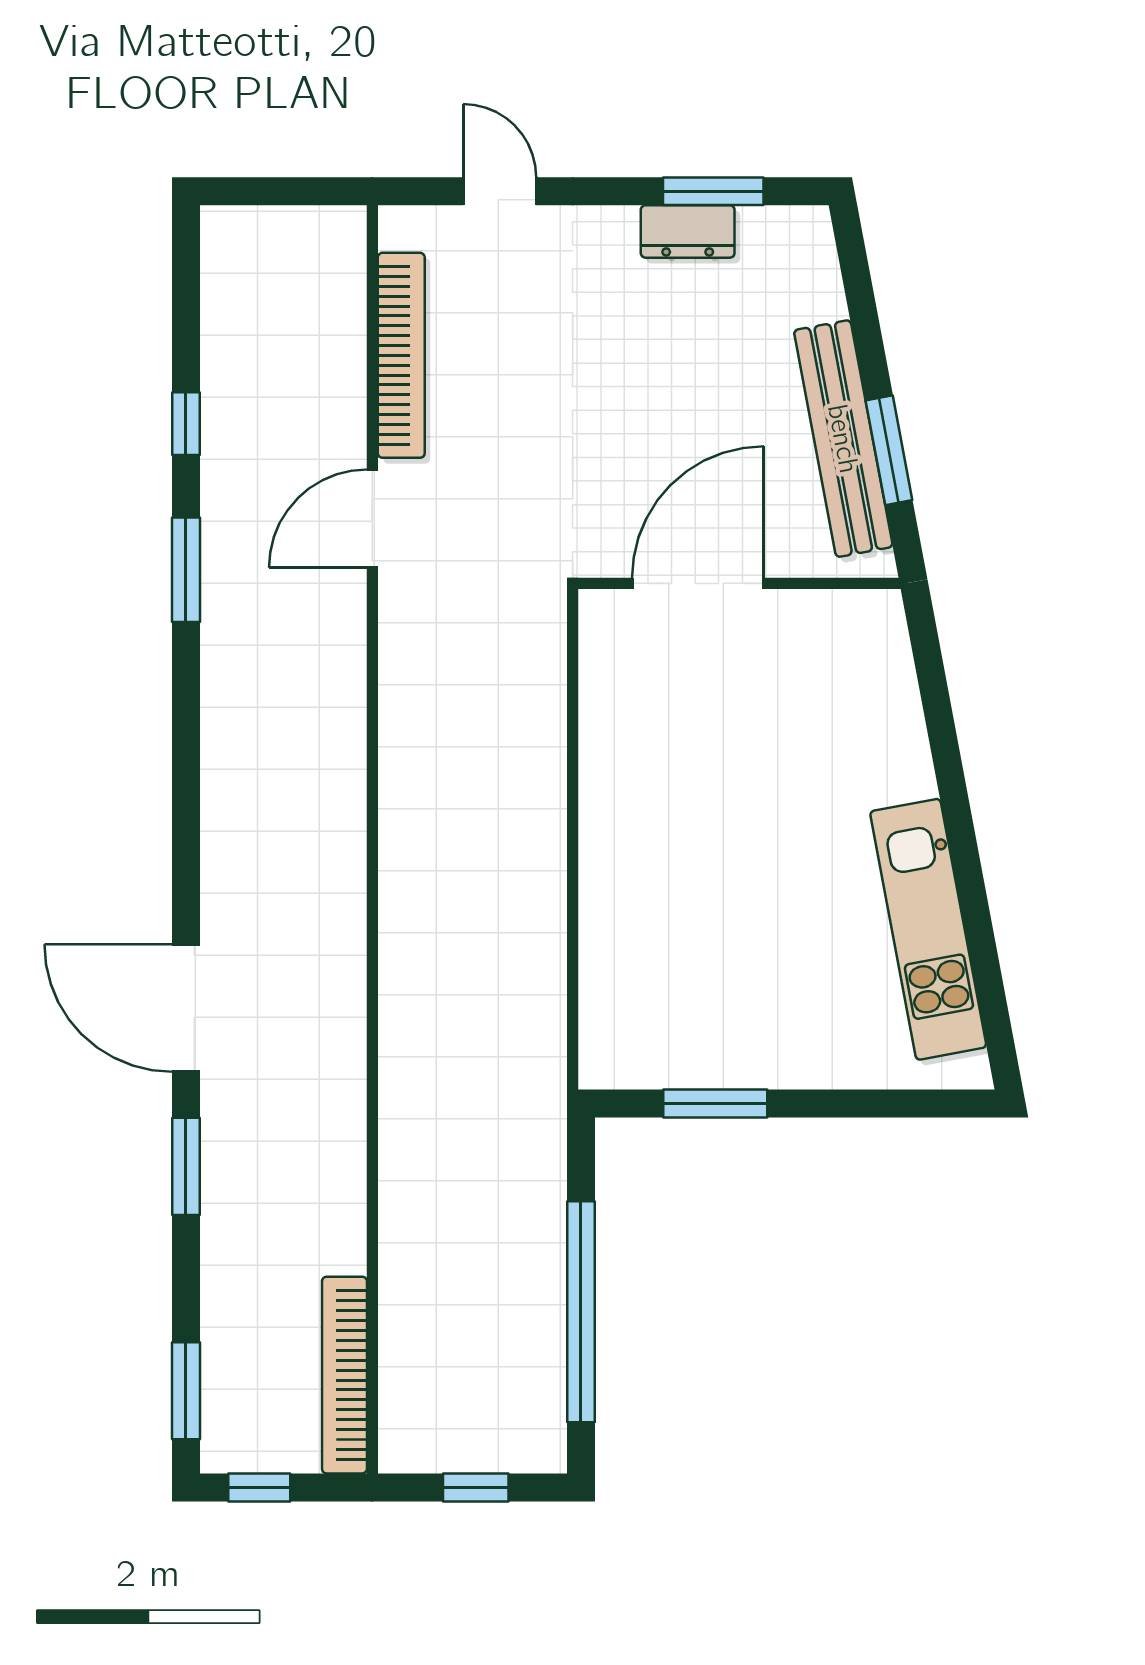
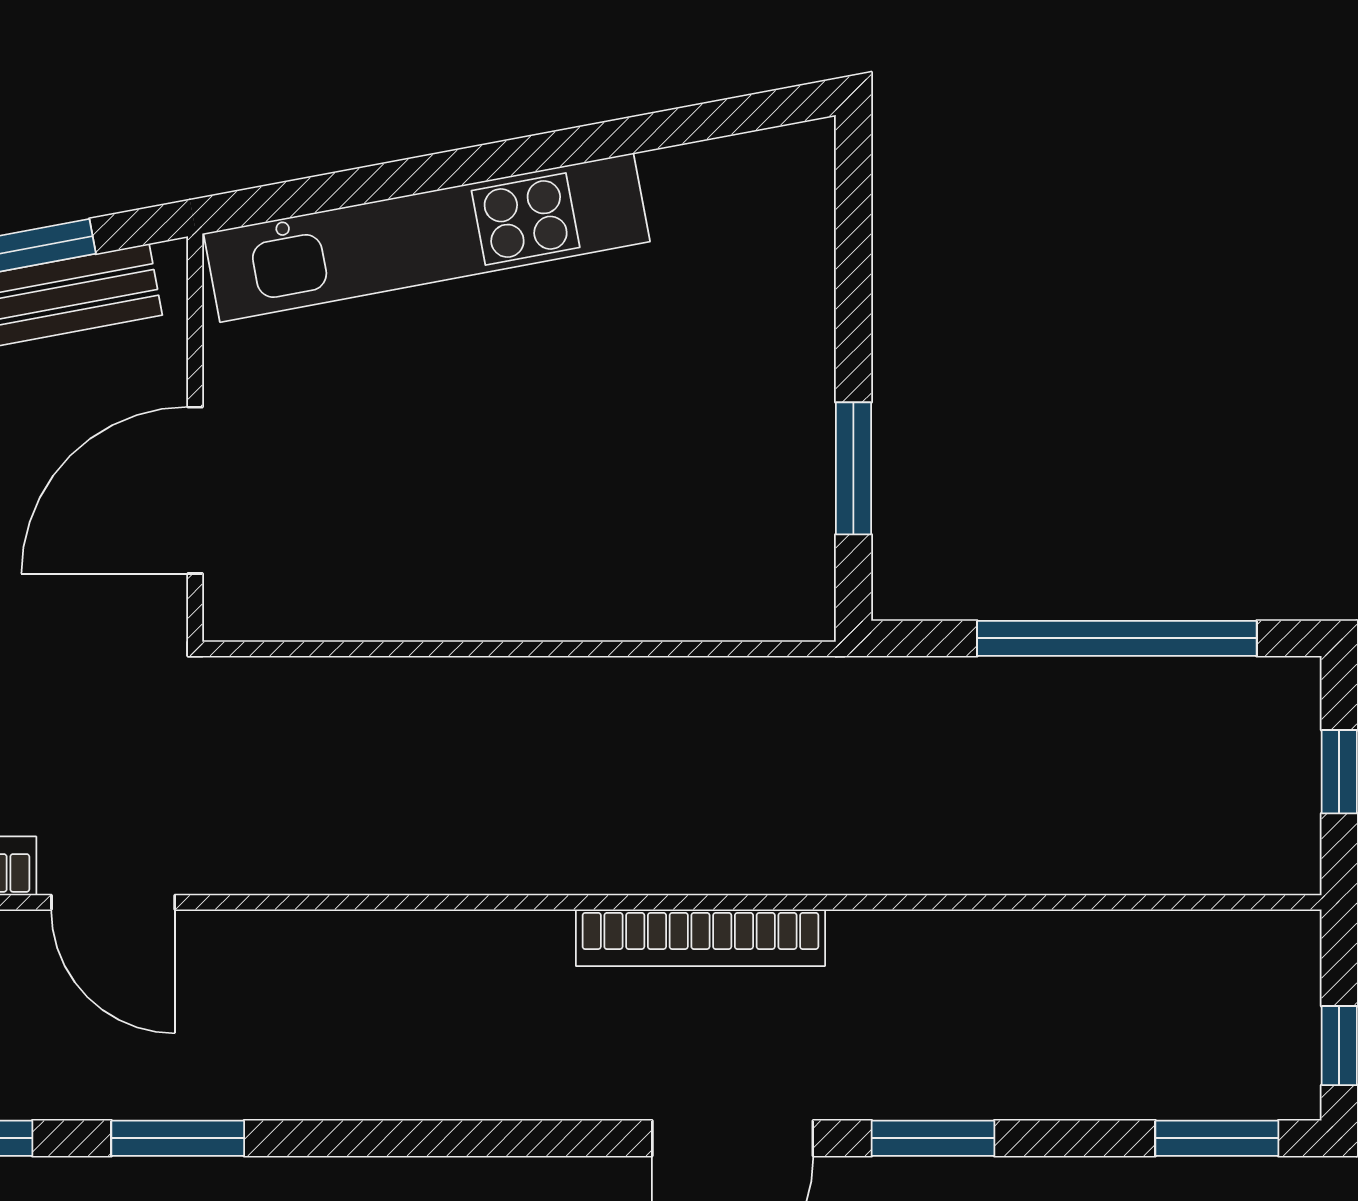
door: (698, 583) -> (195, 490), hinge flipped
kitchen unit: (928, 929) -> (427, 238), moved, width x1.36
bookcase: (344, 1375) -> (700, 938), moved

